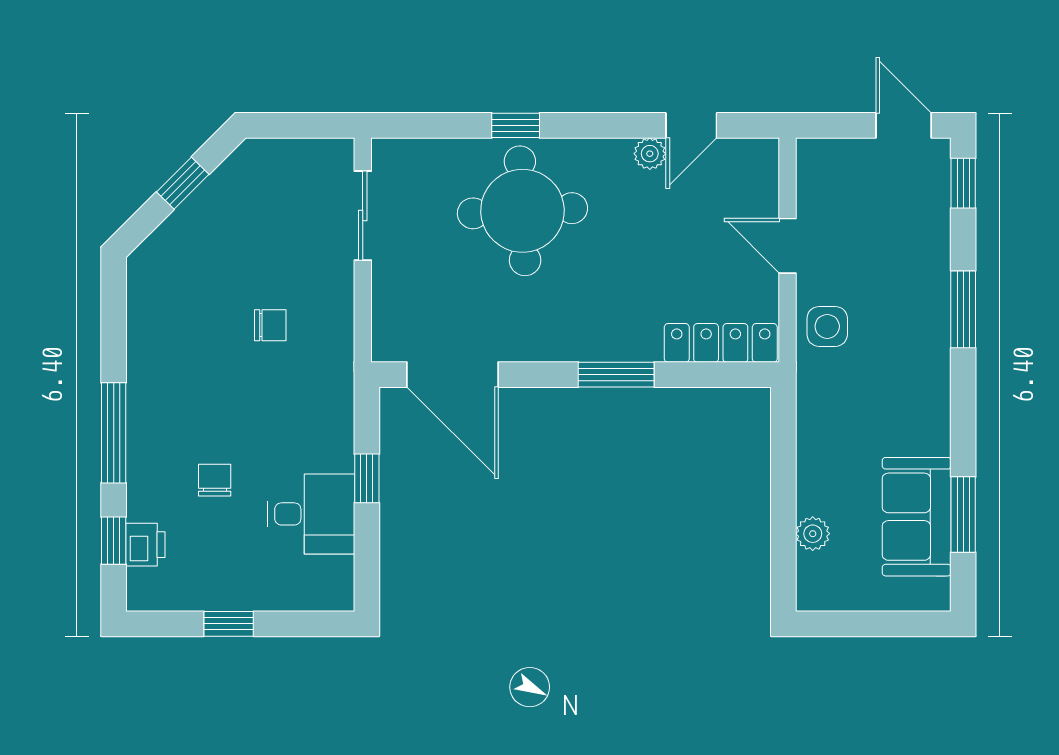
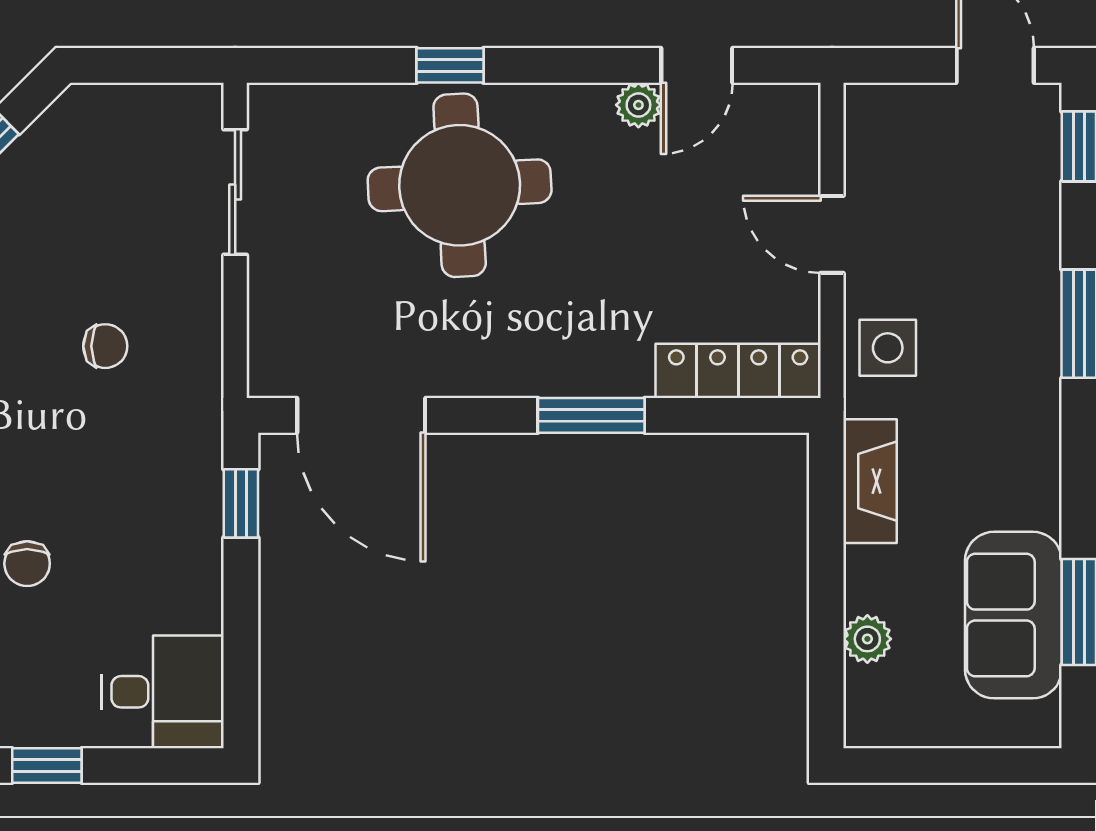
fireplace: (815, 421) -> (870, 481), added
window: (367, 478) -> (241, 503), moved
chair: (215, 480) -> (27, 564), turned 180
desk: (311, 514) -> (163, 692), moved

